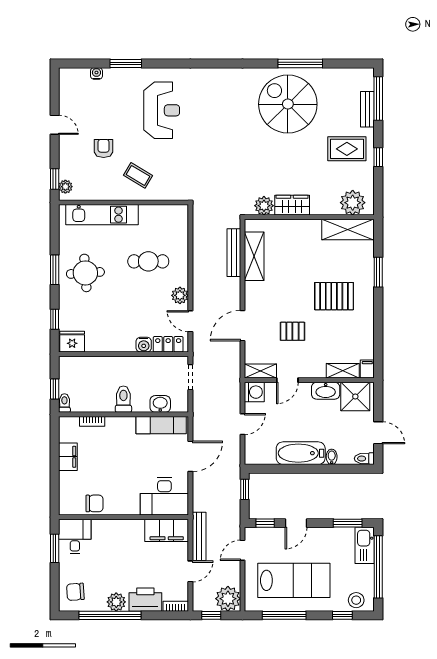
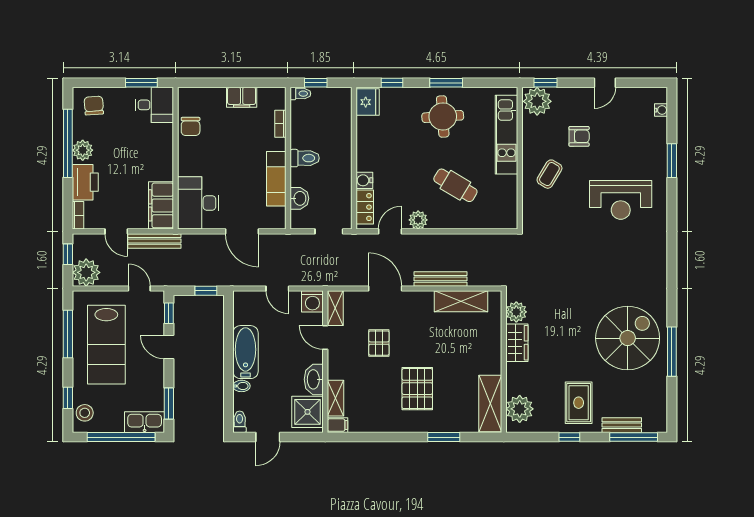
water cooler: (96, 73) -> (661, 110), moved
plant: (65, 187) -> (537, 101), width x1.88, depth x1.88
bench: (234, 253) -> (440, 279), moved
cafe table: (148, 261) -> (455, 185), turned -59
exam couch: (161, 425) -> (276, 179), moved

